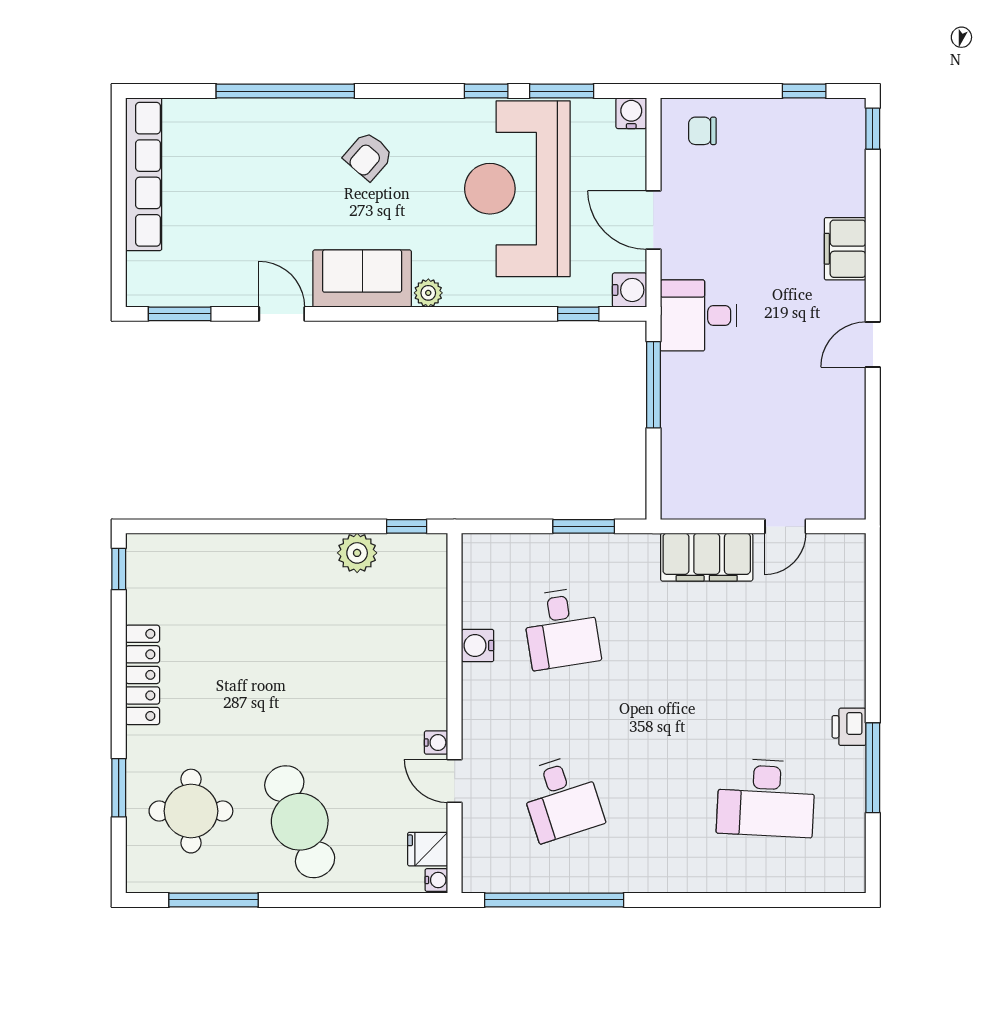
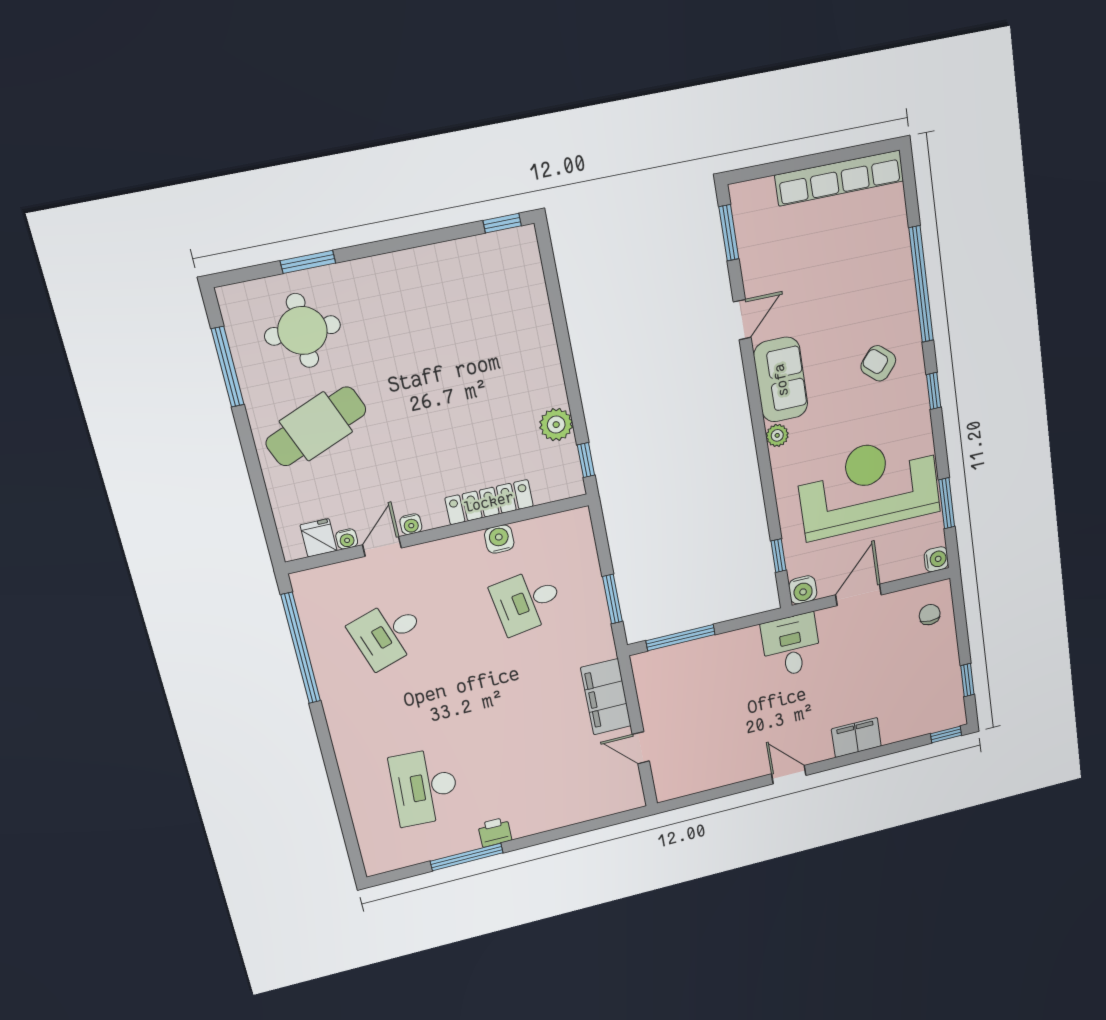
window: (486, 91) -> (934, 391), moved
window: (653, 385) -> (681, 638), moved
locker: (143, 675) -> (489, 502), moved, turned 180
water cooler: (436, 880) -> (347, 539), moved

